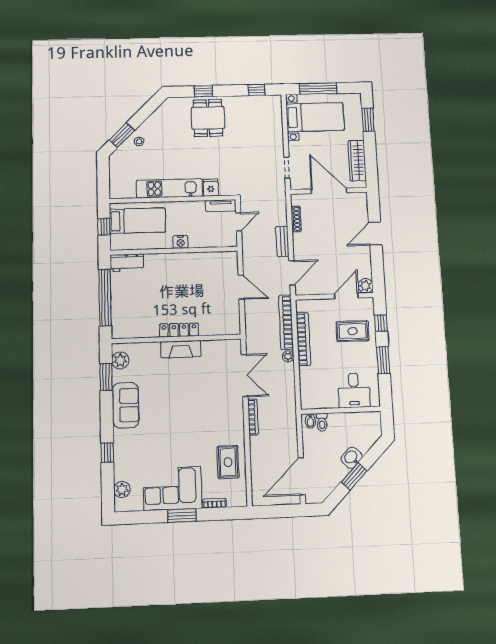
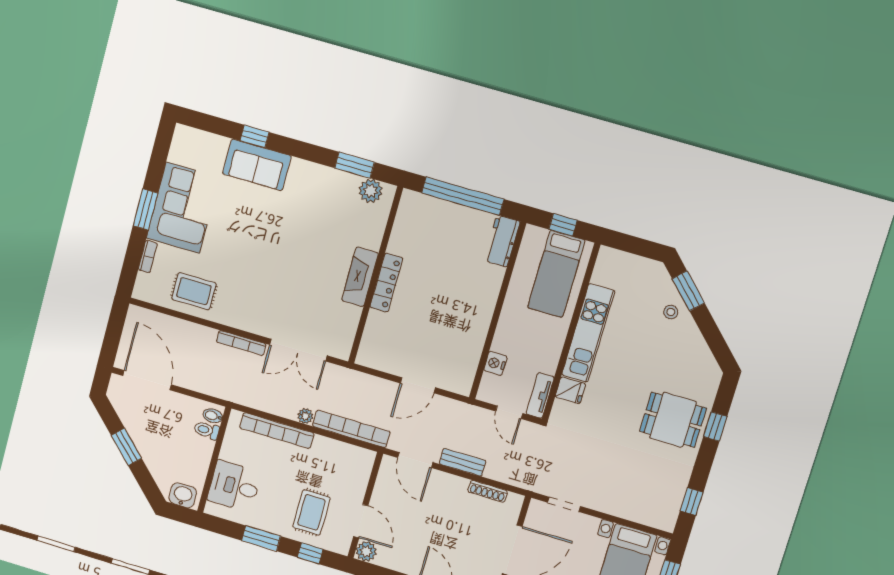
nightstand: (180, 242) -> (495, 363), moved
bookcase: (303, 339) -> (277, 431), moved
sofa: (126, 405) -> (257, 165), moved
washbasin: (352, 458) -> (183, 495), moved, turned -45
plant: (122, 489) -> (202, 142), removed

